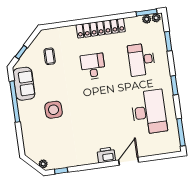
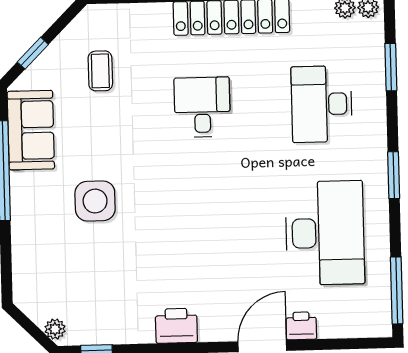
printer: (144, 151) -> (301, 326), added
printer: (106, 155) -> (176, 326), moved

